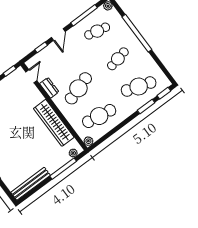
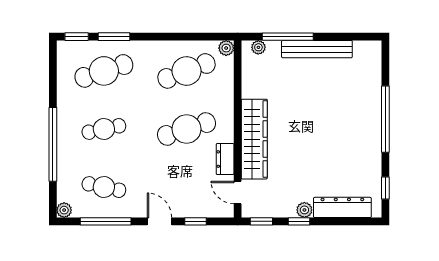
door: (58, 35) -> (159, 221), hinge flipped
door: (31, 76) -> (238, 192), hinge flipped
cafe table: (139, 87) -> (104, 71), turned -36
cafe table: (99, 116) -> (187, 71), turned -30
wardrobe: (54, 123) -> (254, 139), moved
bench: (31, 184) -> (317, 49), moved

